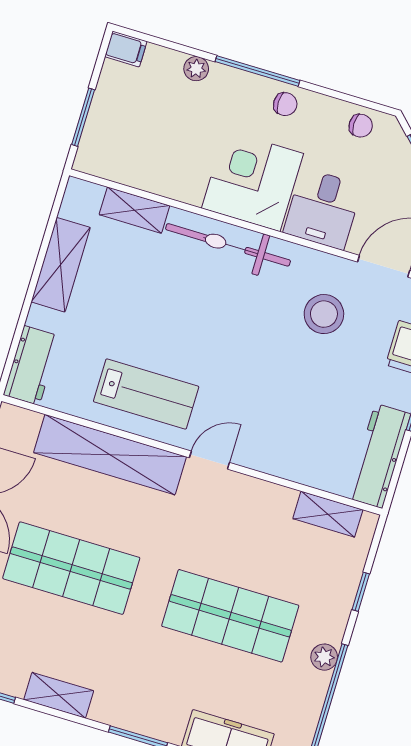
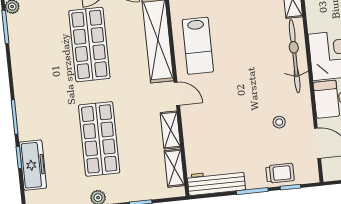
stool: (324, 314) -> (279, 122), width x0.53, depth x0.53
shelving: (59, 695) -> (170, 130), moved

